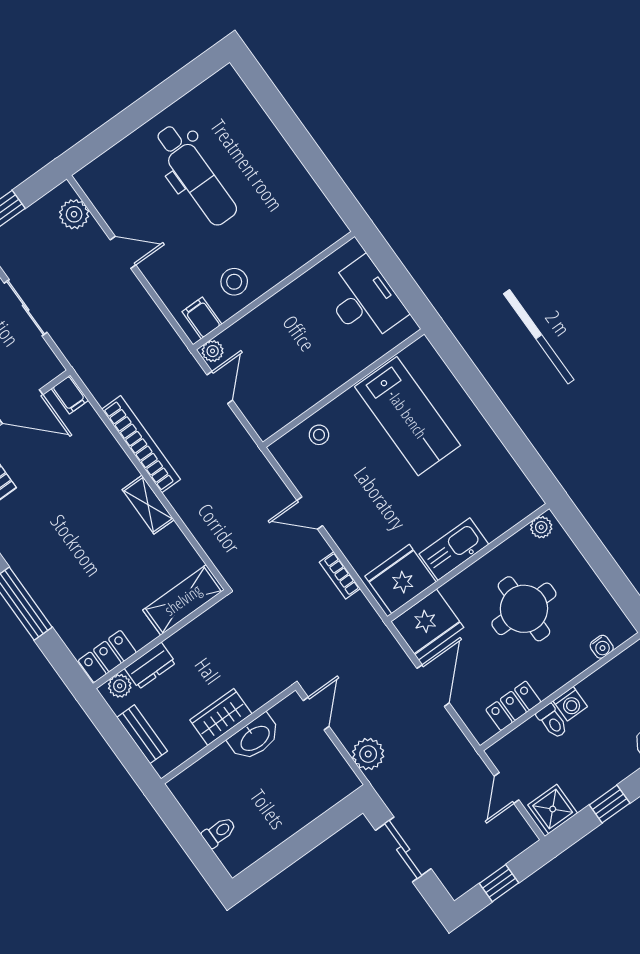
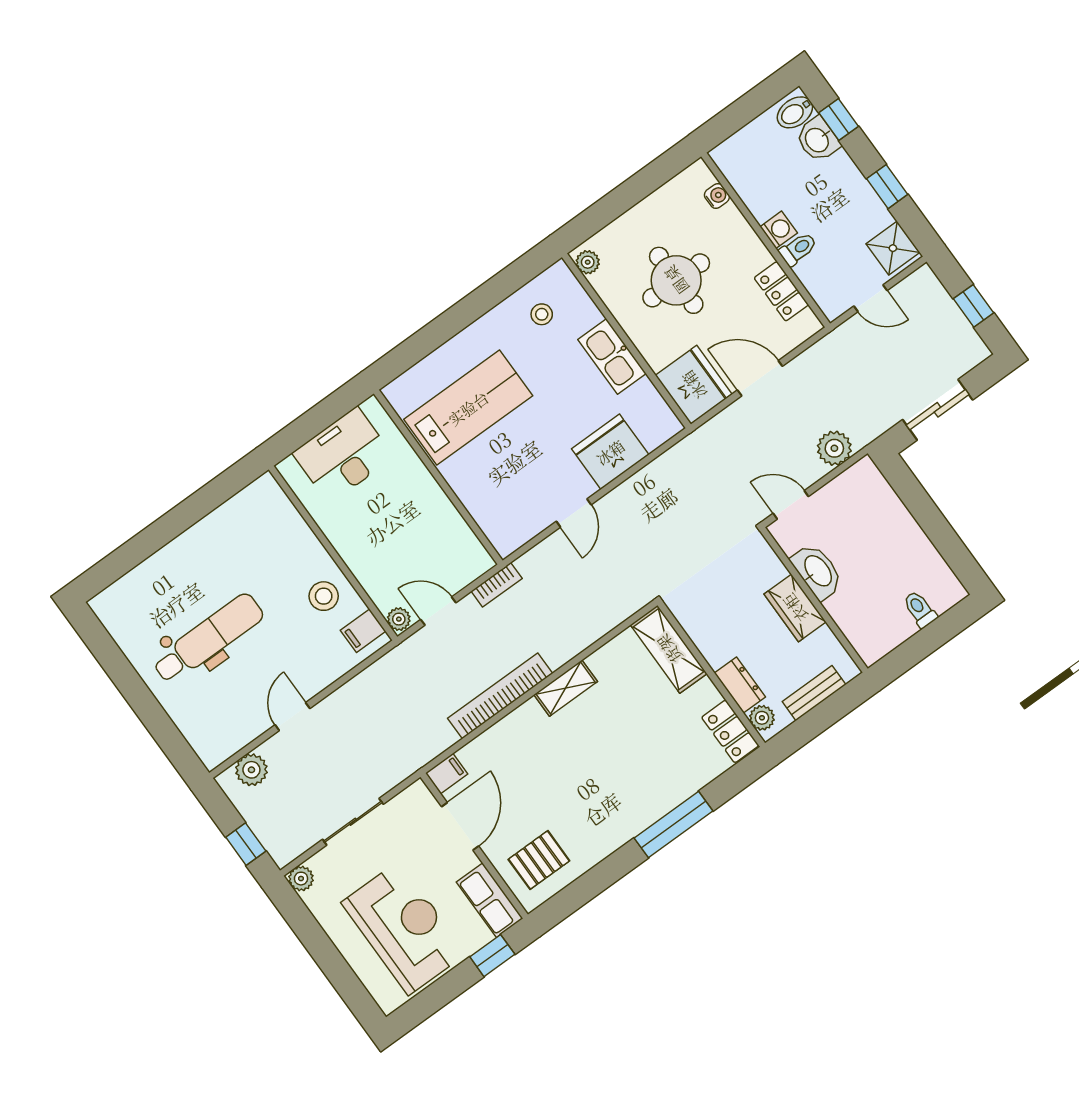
stool: (319, 435) -> (542, 314), moved
bookcase: (340, 575) -> (497, 585), moved
fridge: (401, 579) -> (610, 452), moved, turned 90

